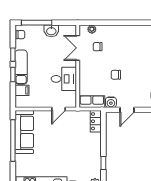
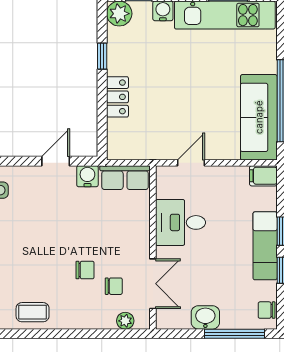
coffee table: (139, 34) -> (33, 312), added
chair: (116, 75) -> (85, 270), moved
filing cabinet: (22, 90) -> (263, 176), moved
locker: (96, 121) -> (117, 97), moved

